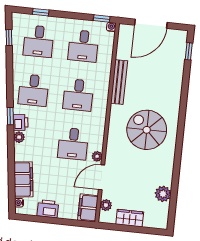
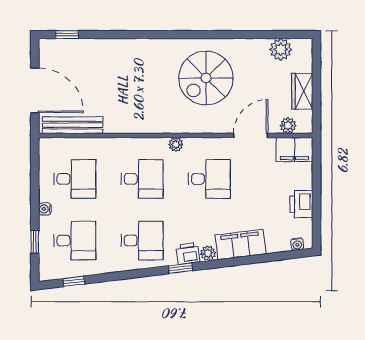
window: (102, 19) -> (35, 158), removed
water cooler: (111, 27) -> (45, 209), moved
bench: (119, 82) -> (73, 125), moved
spiral stairs: (147, 130) -> (206, 78), moved
plant: (97, 156) -> (176, 144), moved
door: (101, 177) -> (251, 135), swing flipped
filing cabinet: (23, 179) -> (241, 244), moved
plant: (163, 194) -> (281, 49), moved

